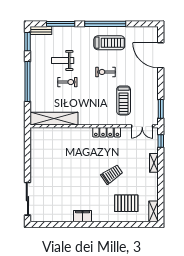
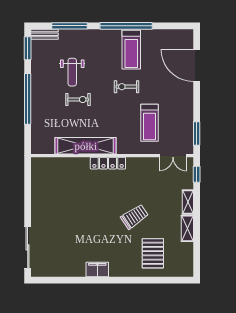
treadmill: (109, 43) -> (131, 50), turned 90
weight bench: (63, 60) -> (72, 72), turned -90
shelving: (54, 119) -> (86, 146), moved
locker: (107, 132) -> (108, 163), moved
pallet: (126, 203) -> (153, 253), turned 90
shelving: (153, 211) -> (187, 228), moved

